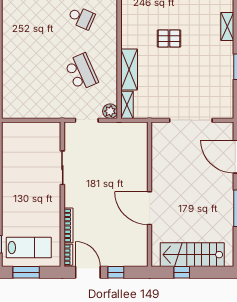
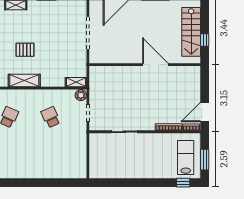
pallet: (169, 39) -> (25, 50), turned 90
shelving: (129, 69) -> (24, 81), moved
school desk: (81, 72) -> (51, 117), width x0.54
door: (150, 208) -> (155, 65), swing flipped
window: (116, 272) -> (205, 91), removed

